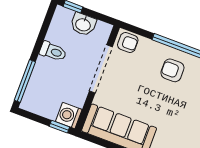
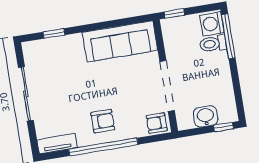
toilet: (53, 51) -> (213, 44), moved
washing machine: (69, 115) -> (212, 24), moved, turned 180

